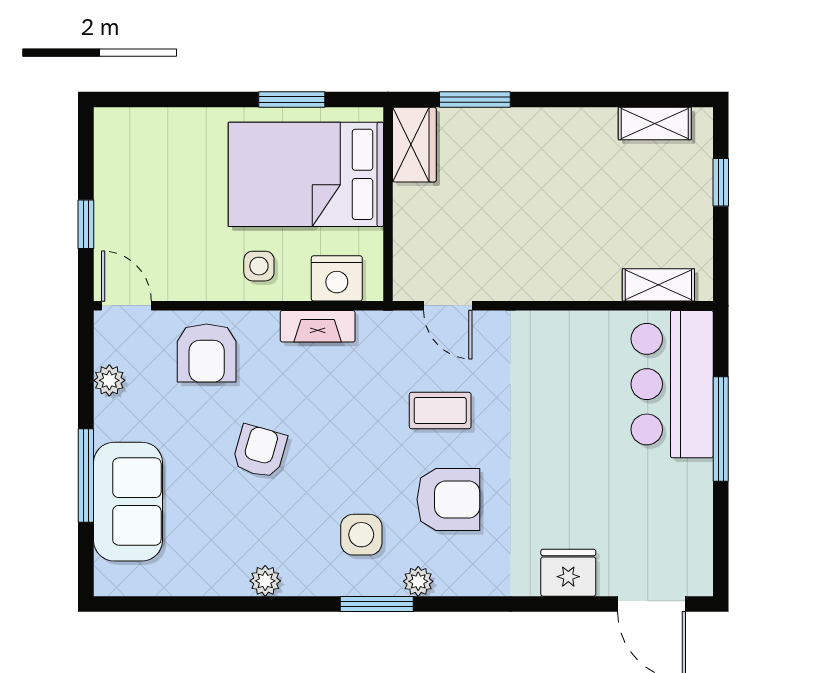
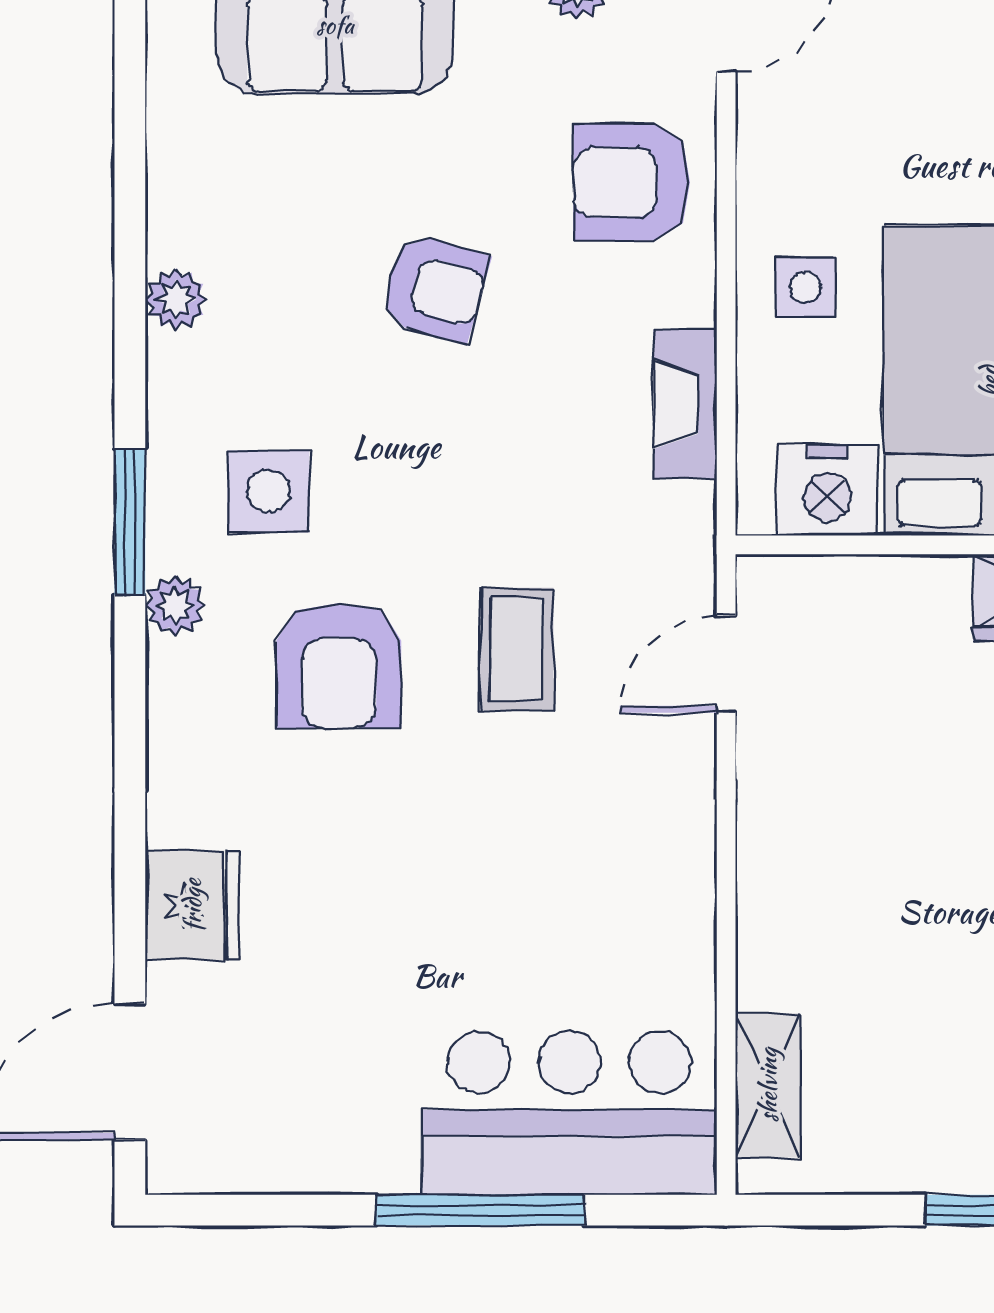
nightstand: (337, 278) -> (827, 490), moved, turned -90

